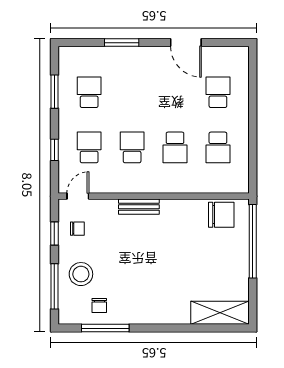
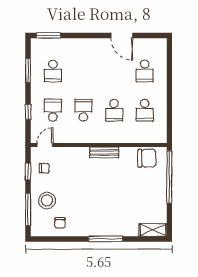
window: (122, 43) -> (49, 35), moved
school desk: (89, 92) -> (53, 71), turned 180
school desk: (218, 92) -> (145, 71), turned 180
bench: (139, 207) -> (104, 152), moved
shelving: (220, 313) -> (153, 230), width x0.67, depth x0.75
window: (105, 328) -> (106, 239), moved

